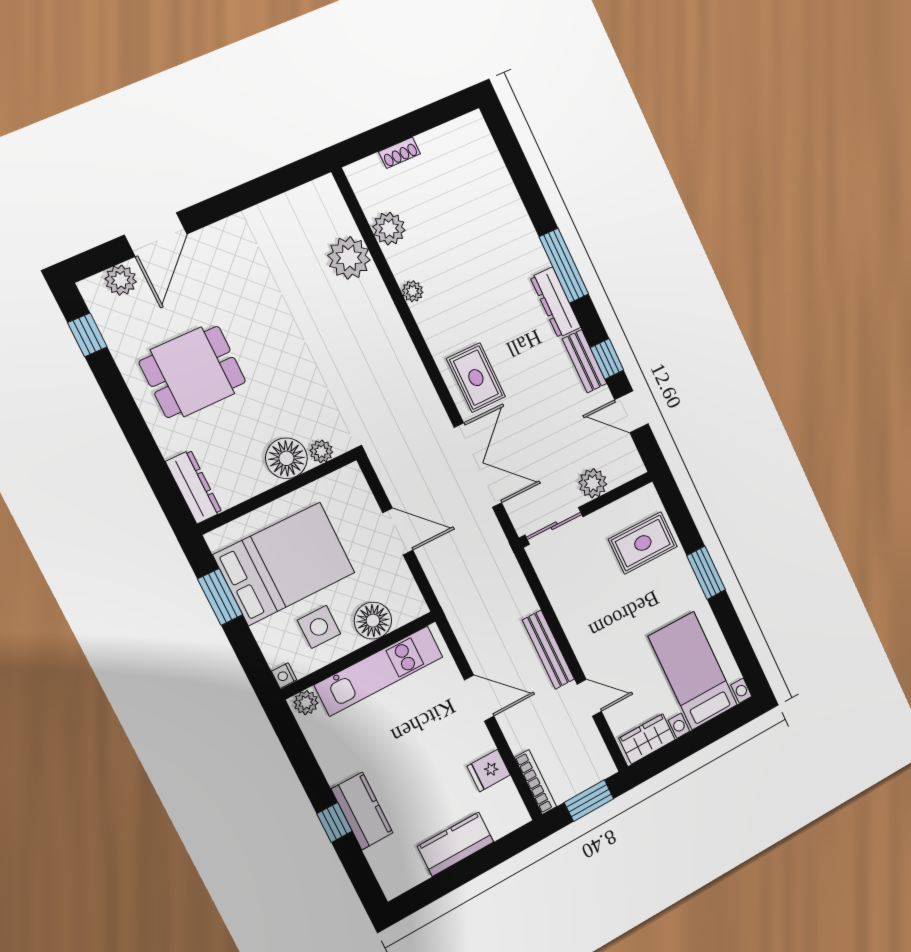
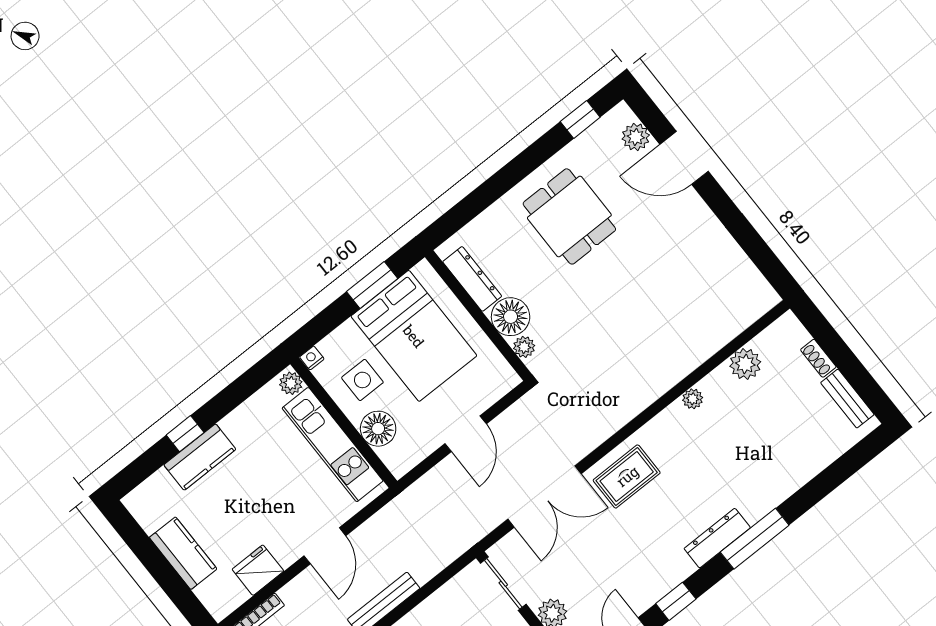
plant: (349, 258) -> (708, 333), removed
bench: (584, 361) -> (847, 399), moved, turned 90
dresser: (194, 487) -> (472, 279), moved, turned -90
fridge: (489, 771) -> (258, 570), width x1.38

